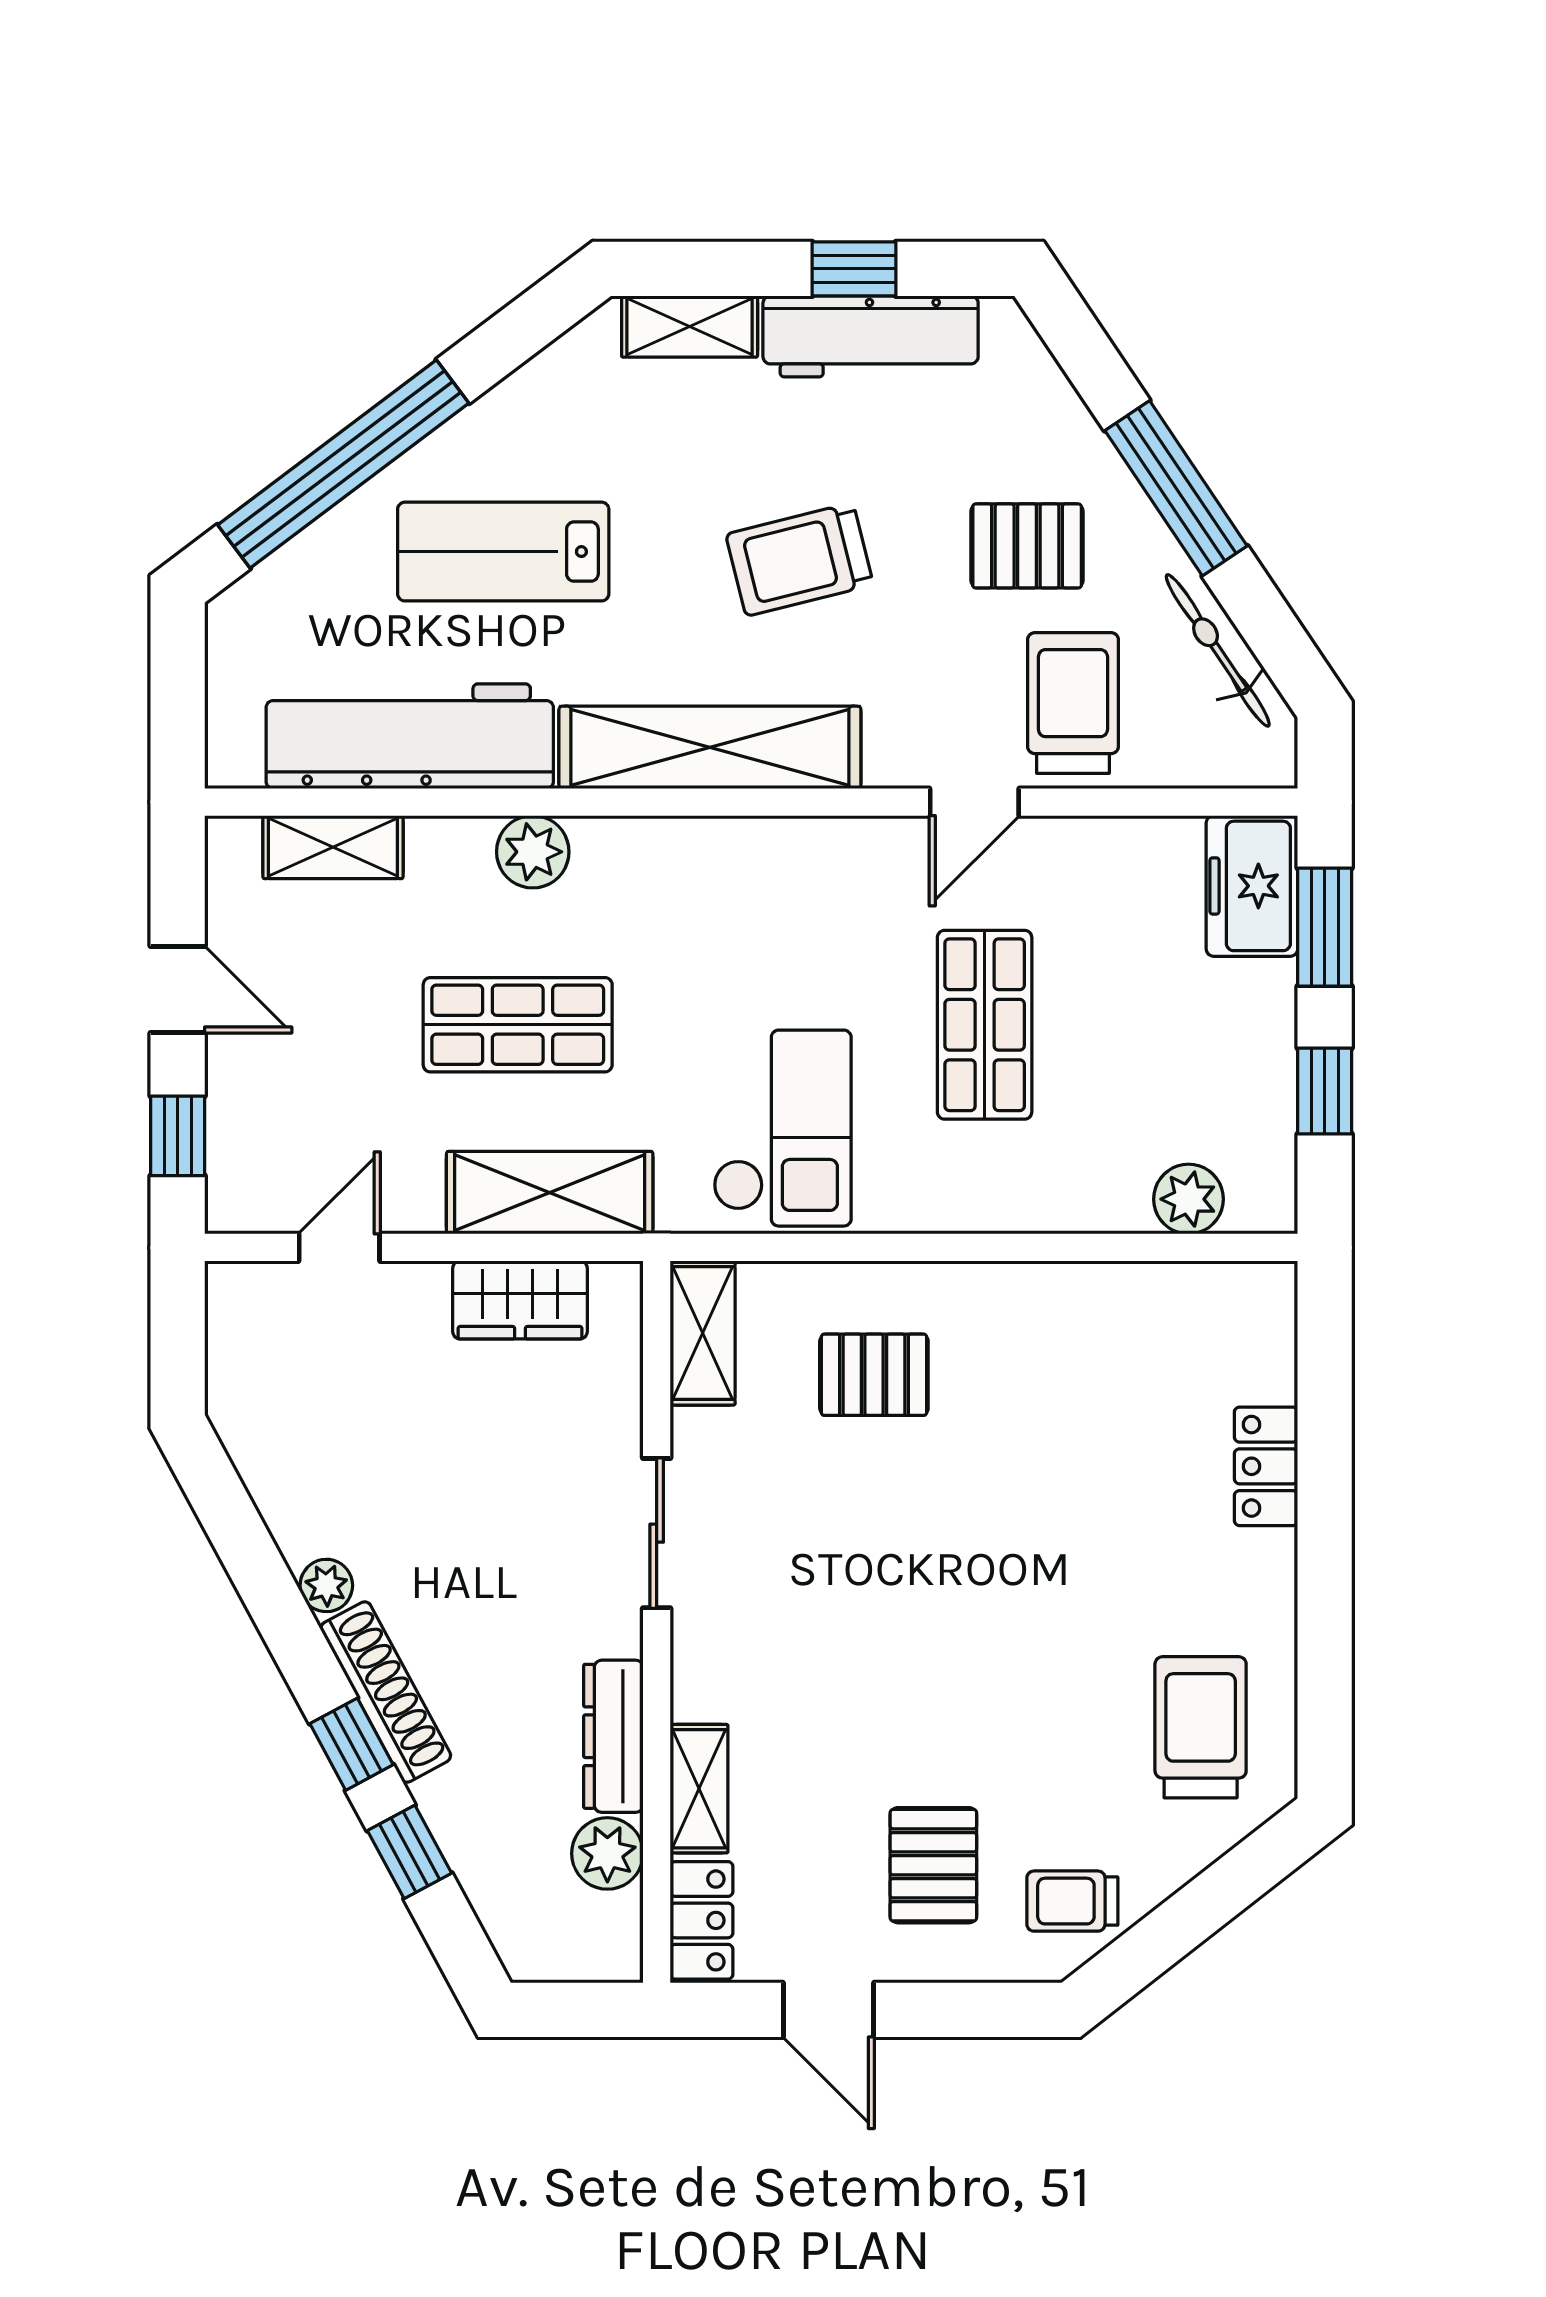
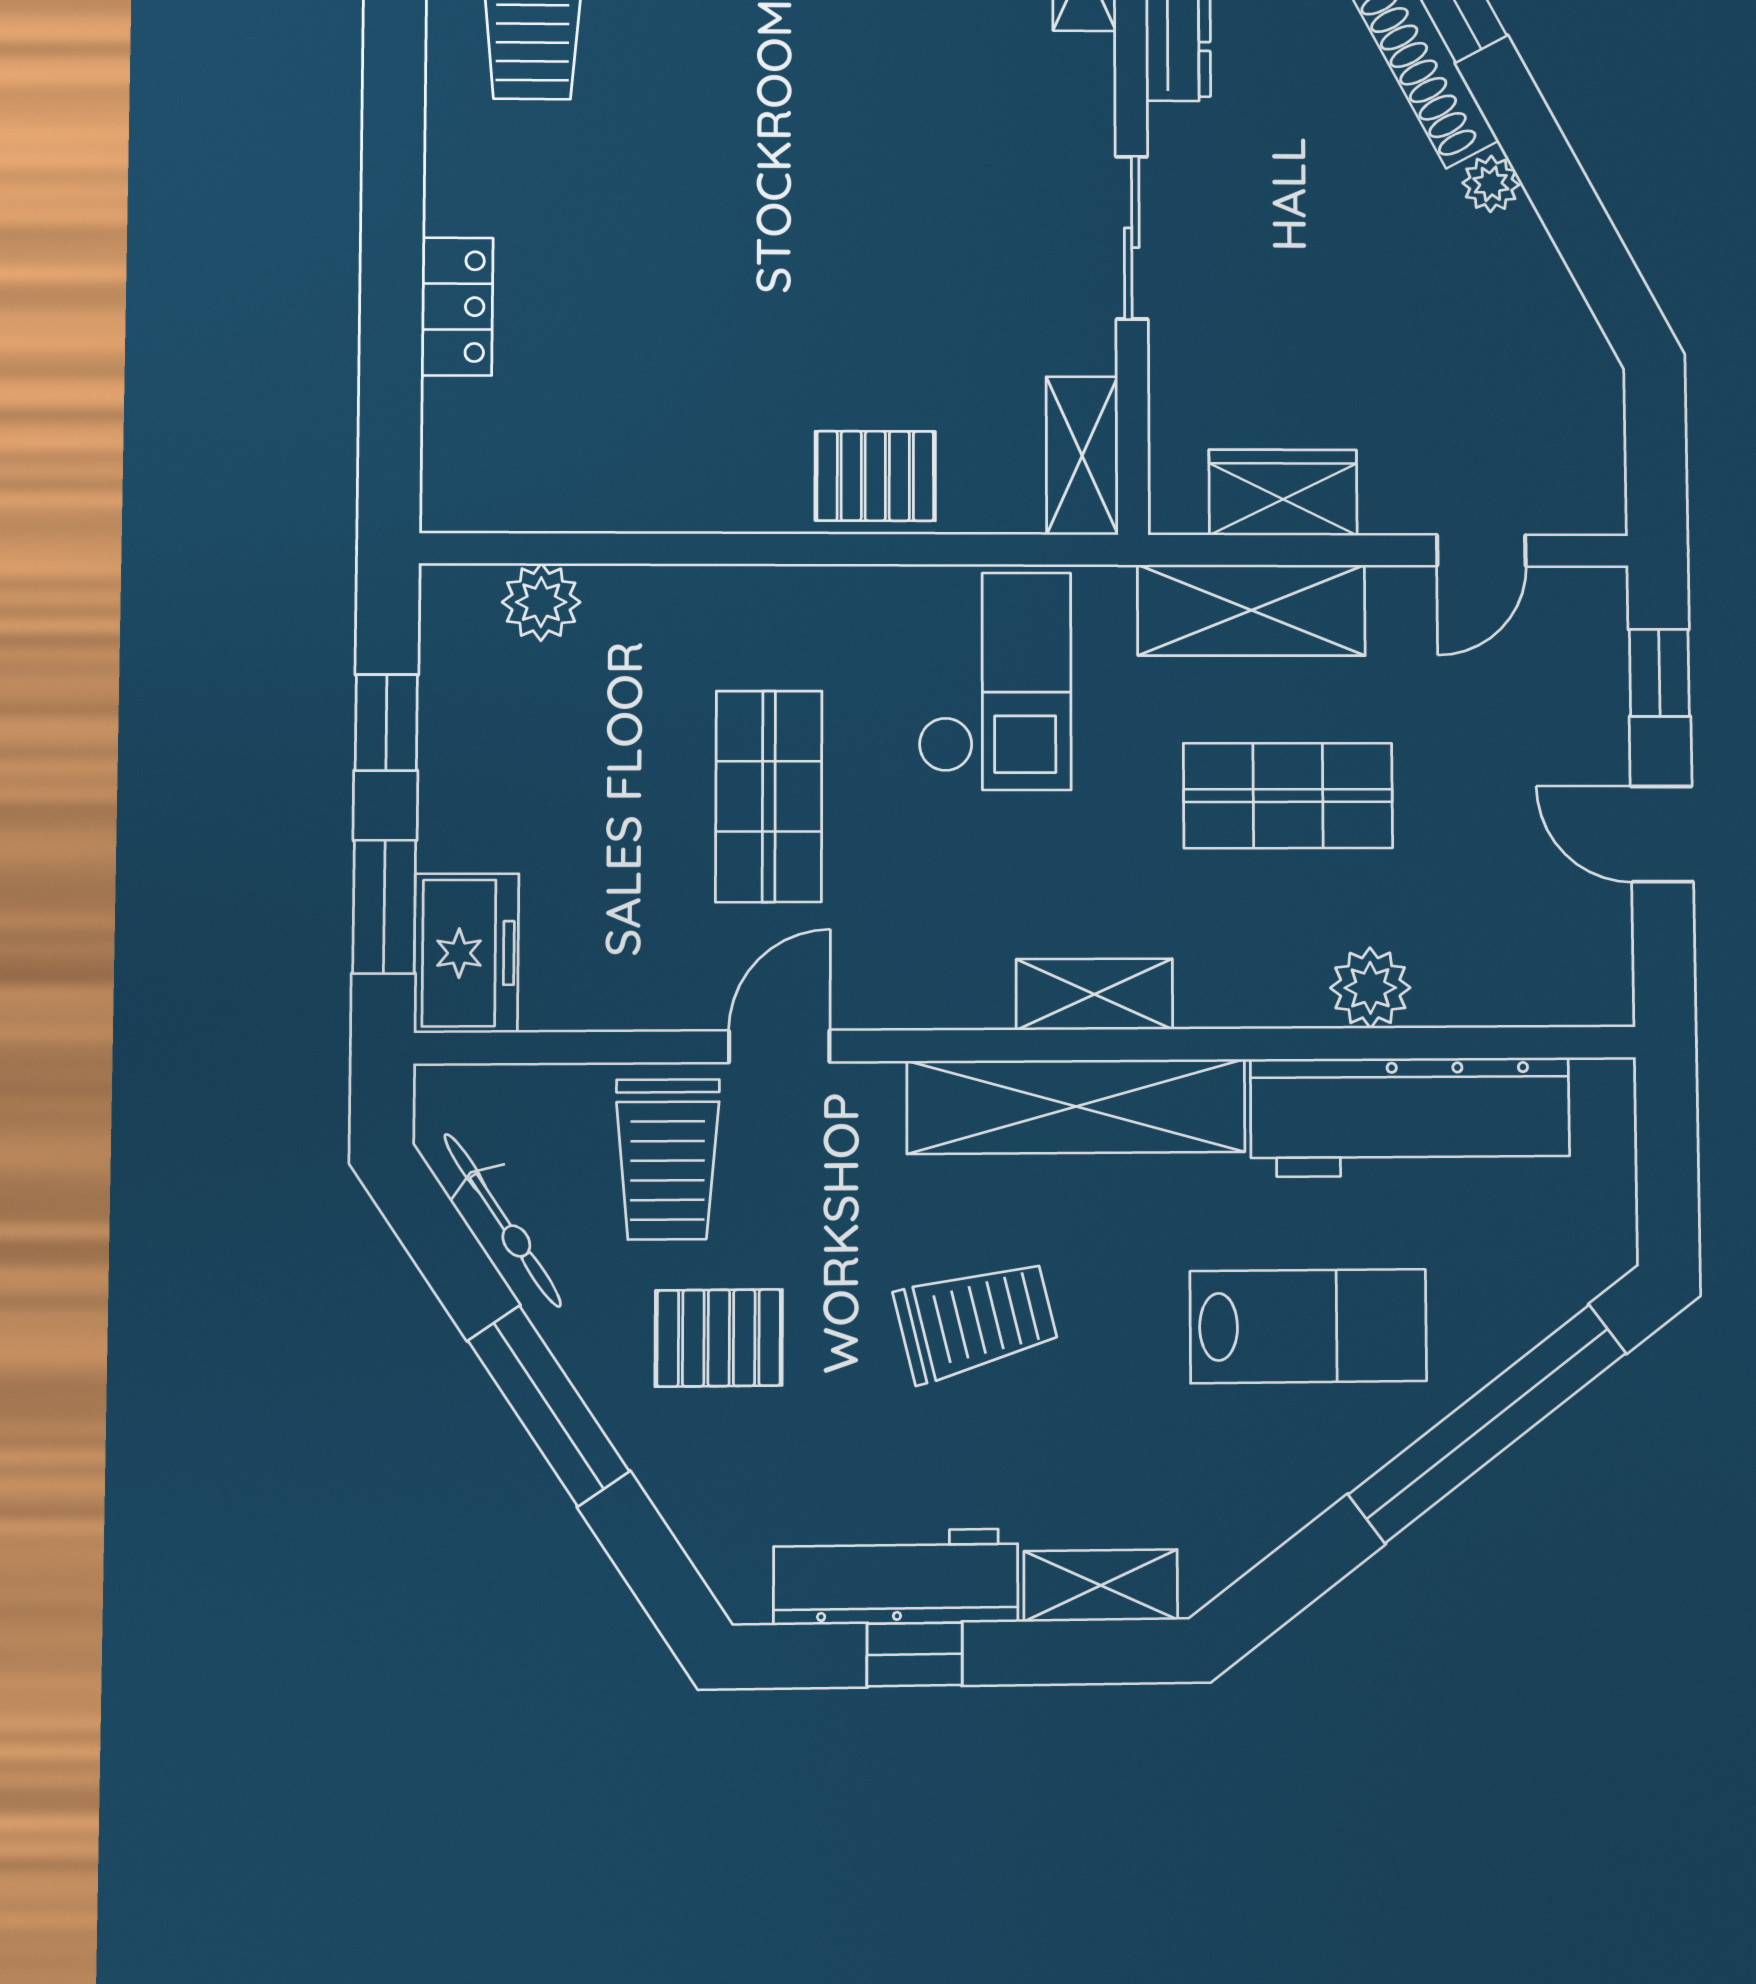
shelving: (333, 847) -> (1094, 994), moved
plant: (533, 852) -> (1370, 988), moved
checkout: (782, 1128) -> (995, 681), turned 180
pallet: (874, 1375) -> (875, 476), moved

